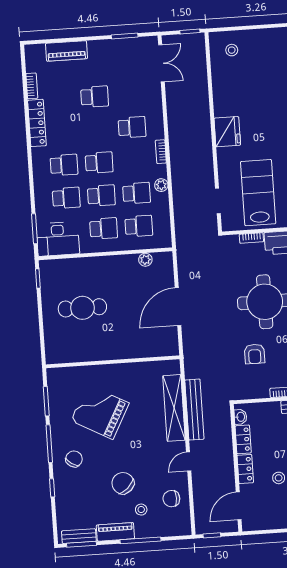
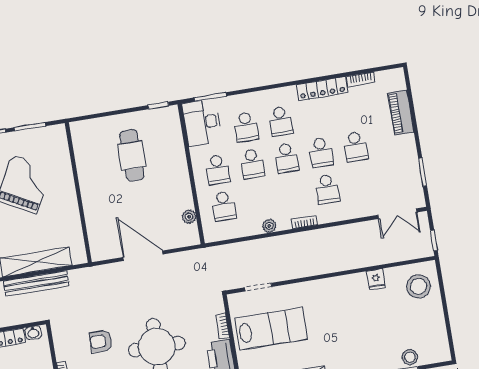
stool: (232, 50) -> (419, 286), width x1.89, depth x1.89
fridge: (227, 132) -> (376, 279), moved, width x0.53, depth x0.75
school desk: (136, 193) -> (321, 152), moved

